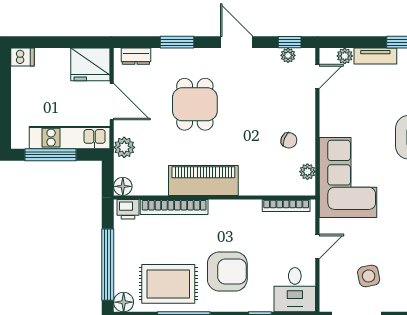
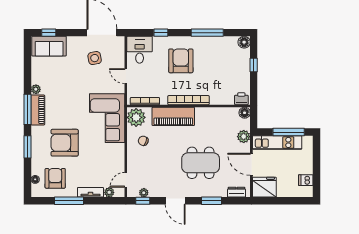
dishwasher: (22, 57) -> (306, 180), moved
dining table: (195, 104) -> (201, 163), width x1.38
plant: (307, 172) -> (136, 117), width x1.87, depth x1.87
piano: (203, 180) -> (173, 116), moved
bookcase: (174, 207) -> (189, 100), moved
door: (317, 246) -> (126, 76), hinge flipped
window: (108, 265) -> (254, 65), width x0.32
armchair: (227, 271) -> (181, 61), turned 90
rug: (168, 284) -> (217, 53), removed

